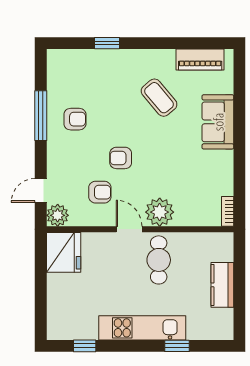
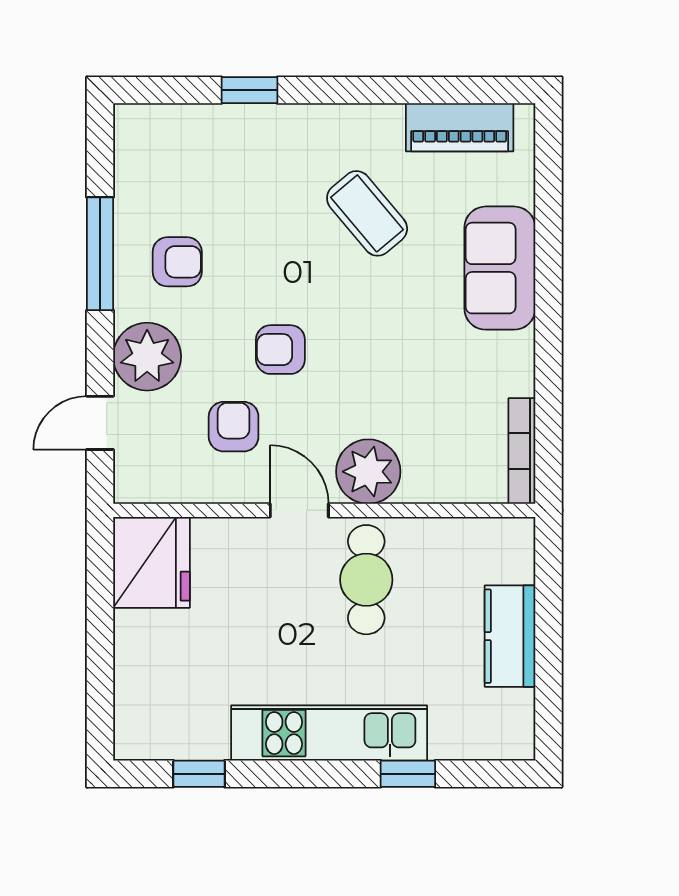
armchair: (100, 192) -> (234, 427), turned -90
bookcase: (228, 211) -> (522, 451), width x1.56
plant: (58, 215) -> (147, 357), moved, width x1.36, depth x1.36

